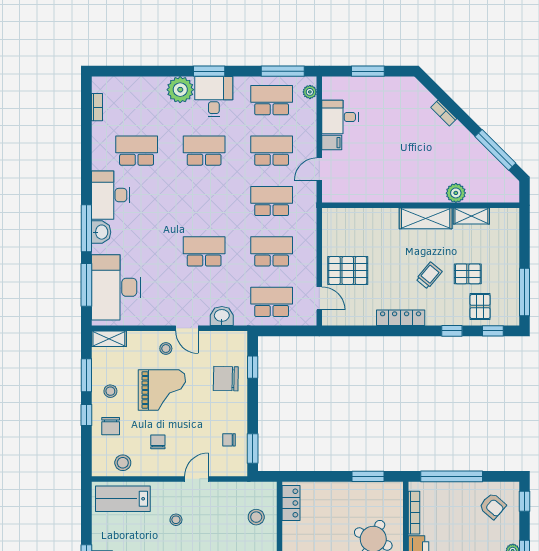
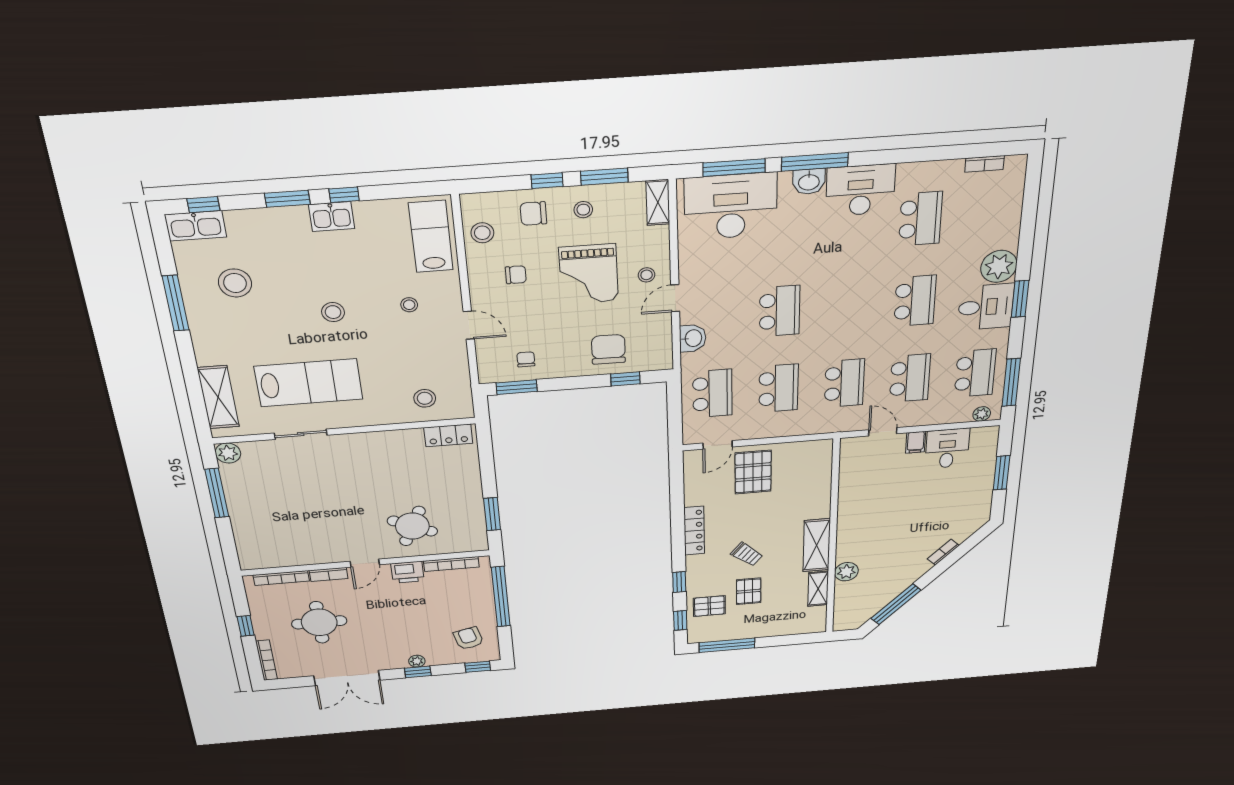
armchair: (493, 506) -> (469, 638), turned 125

